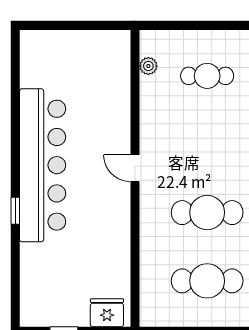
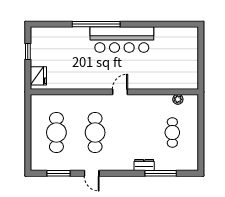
bar counter: (43, 165) -> (122, 40), width x0.73
window: (15, 211) -> (96, 24), width x3.17

